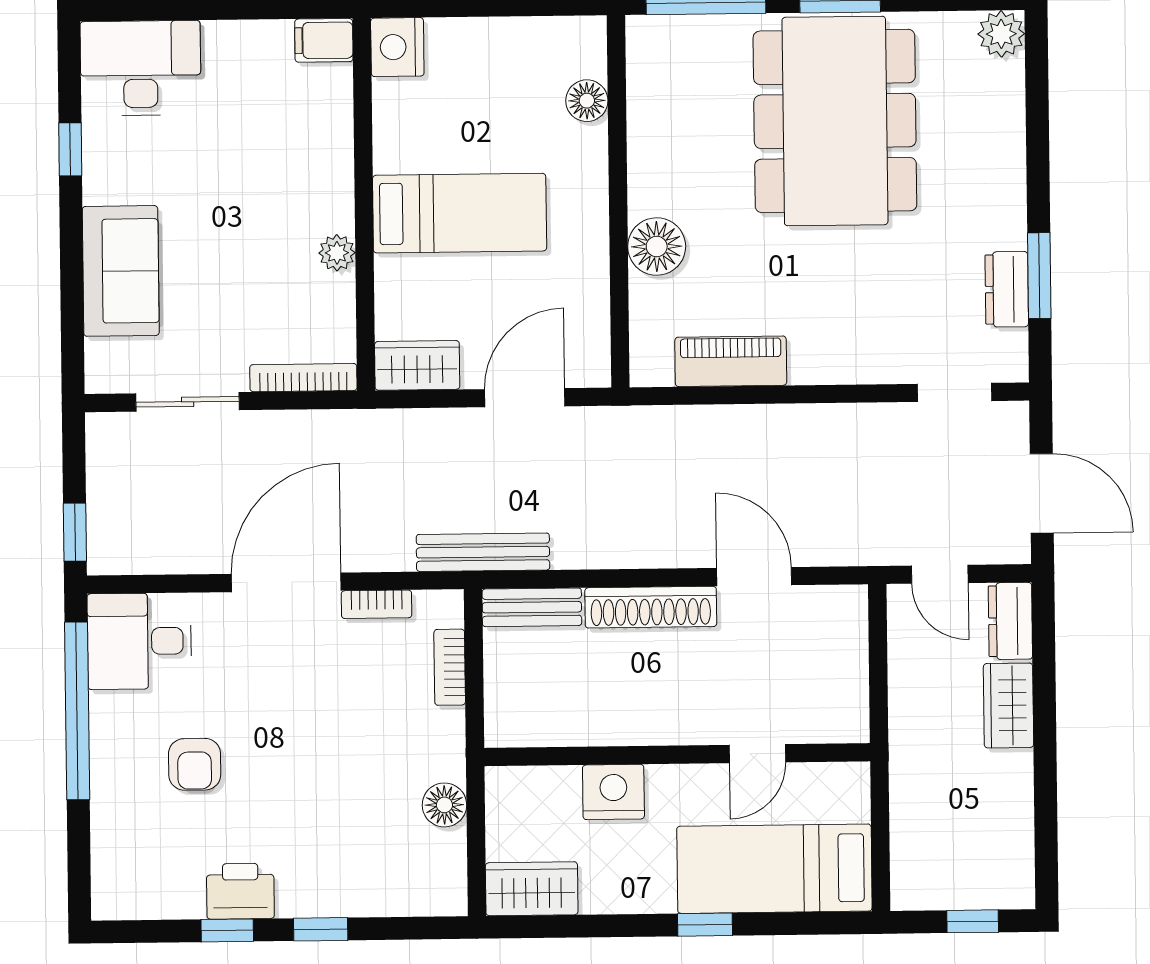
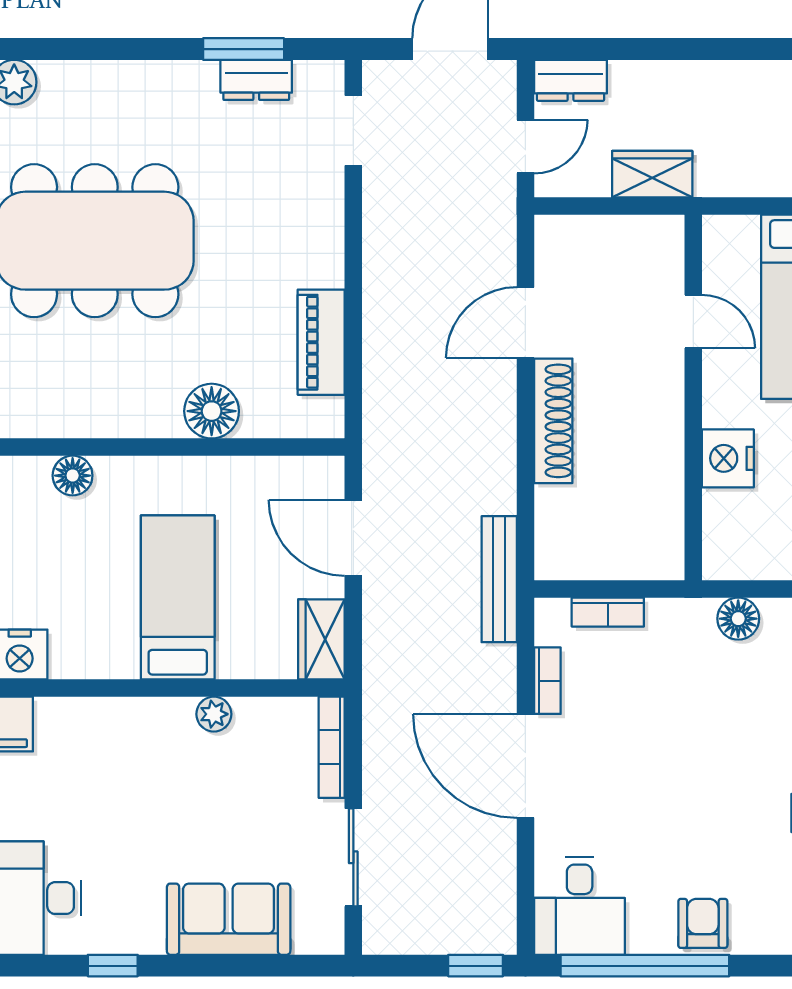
bench: (532, 607) -> (552, 533), removed
wardrobe: (1009, 705) -> (652, 174), moved, turned 180
armchair: (195, 764) -> (703, 923), moved, turned -90

